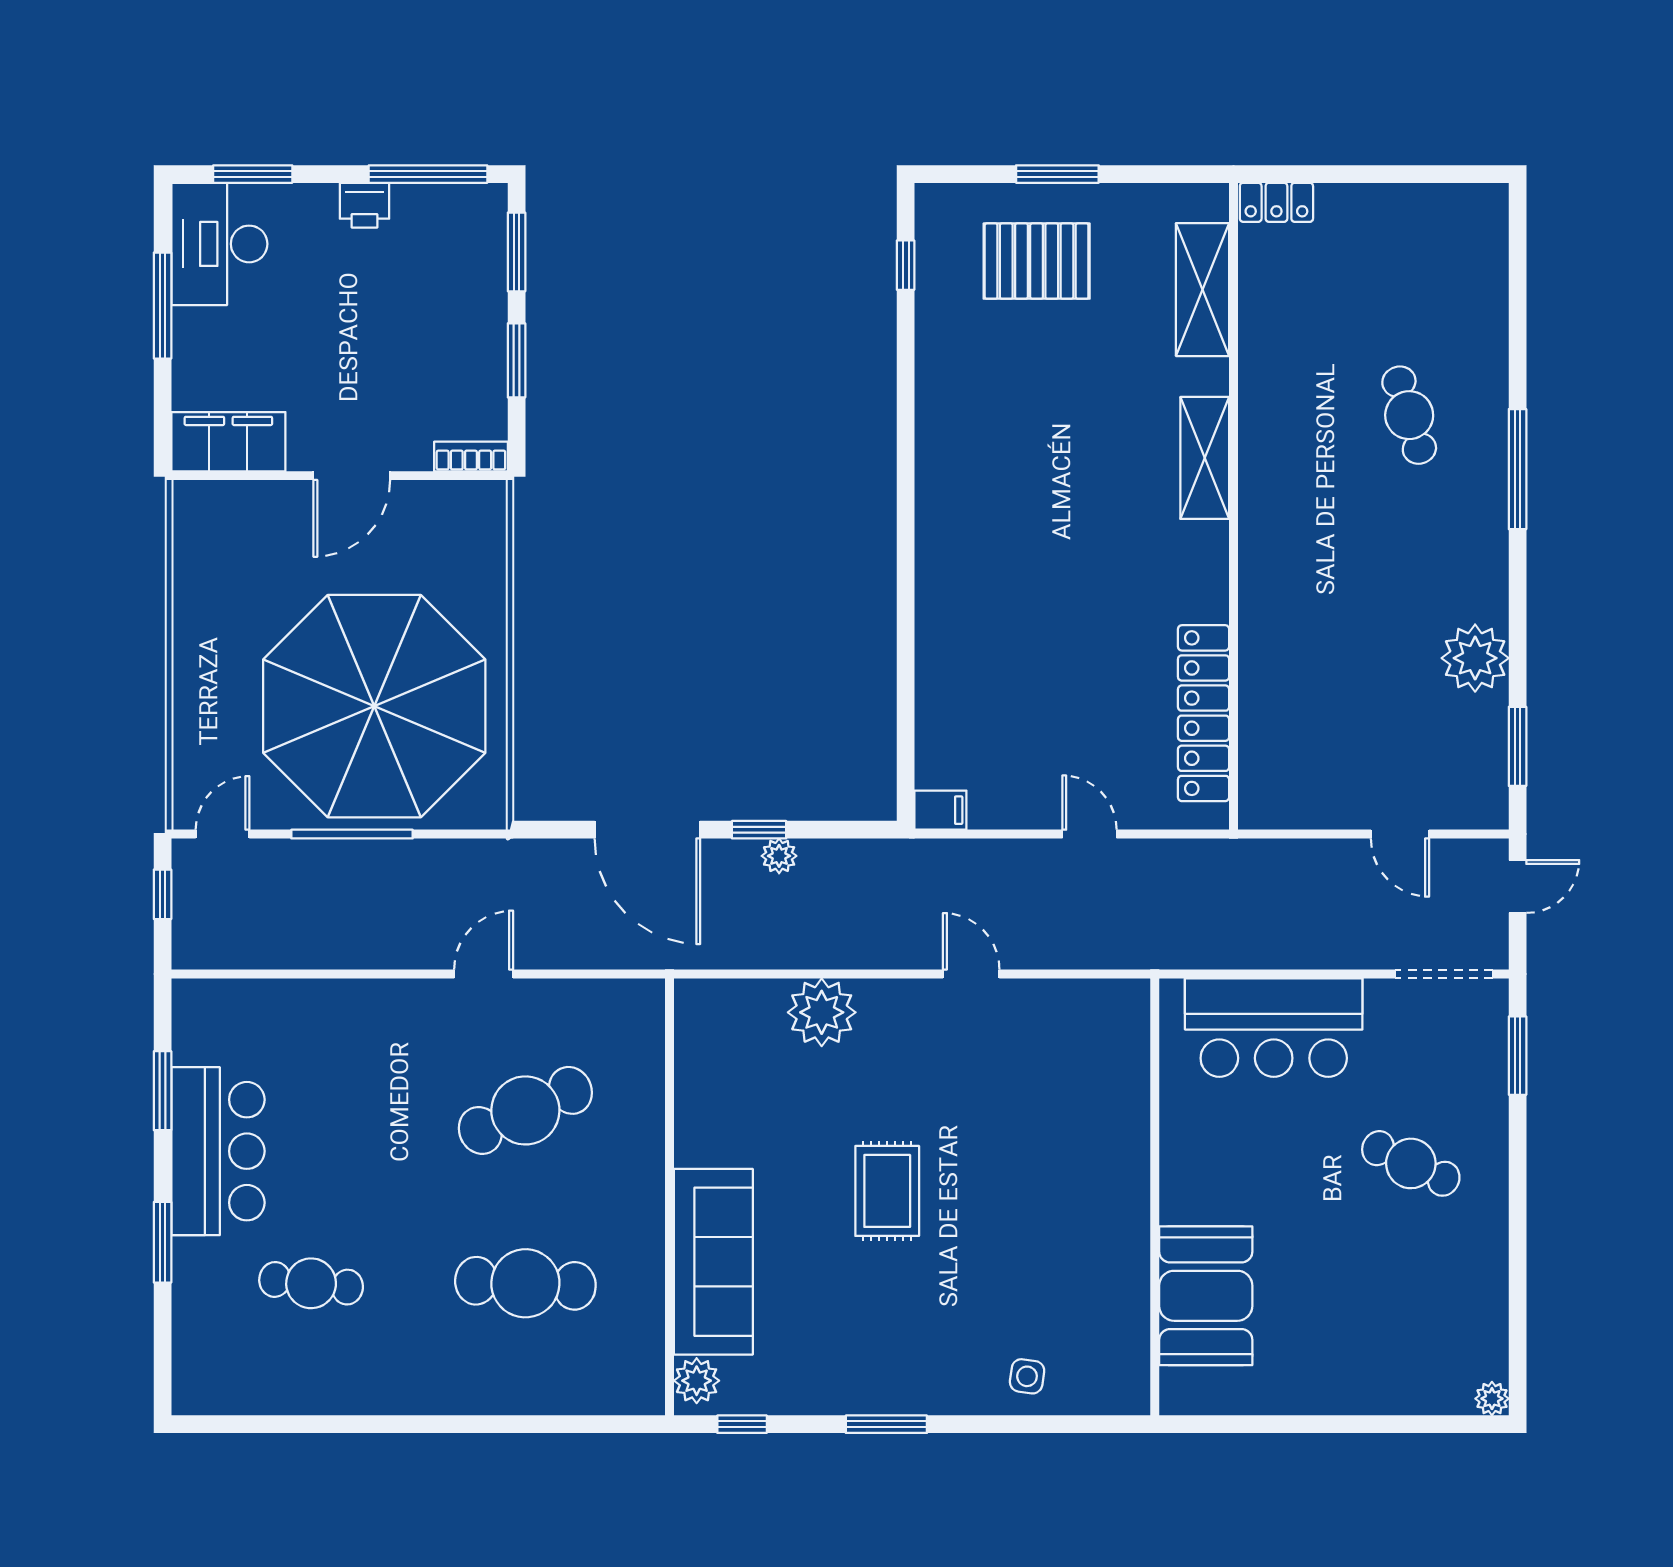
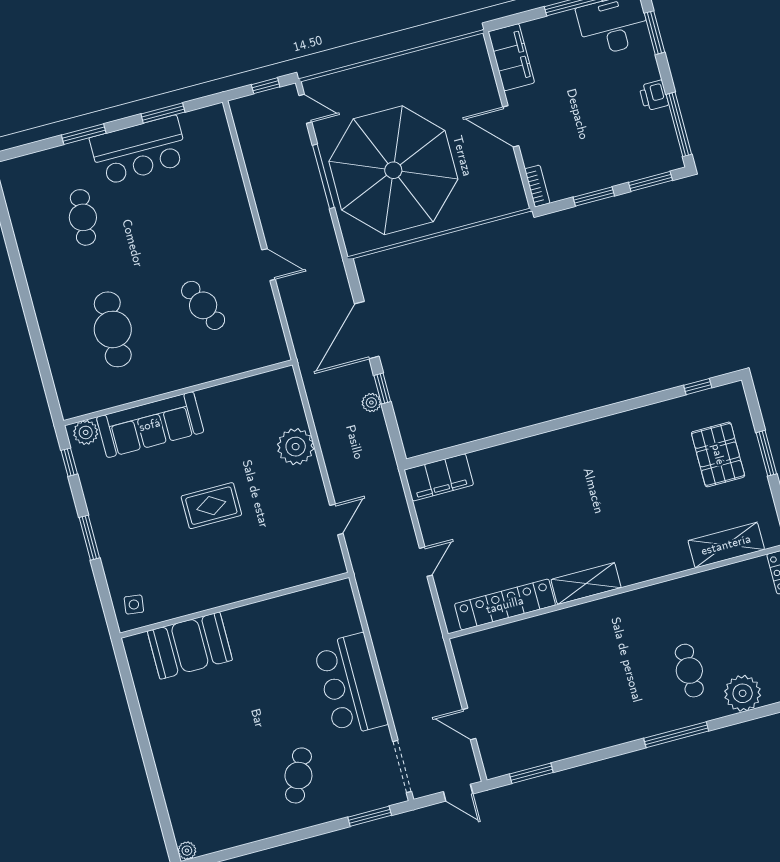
cafe table: (1409, 415) -> (689, 671), turned -73
shelving: (1205, 458) -> (586, 584), moved
plant: (1475, 658) -> (743, 693), moved
filing cabinet: (940, 810) -> (439, 477), width x3.00, depth x1.17
door: (1400, 834) -> (469, 724), hinge flipped
cafe table: (525, 1110) -> (203, 305), width x0.73, depth x0.74
wall: (1155, 1197) -> (234, 605), moved
booth: (1206, 1296) -> (190, 646), moved

